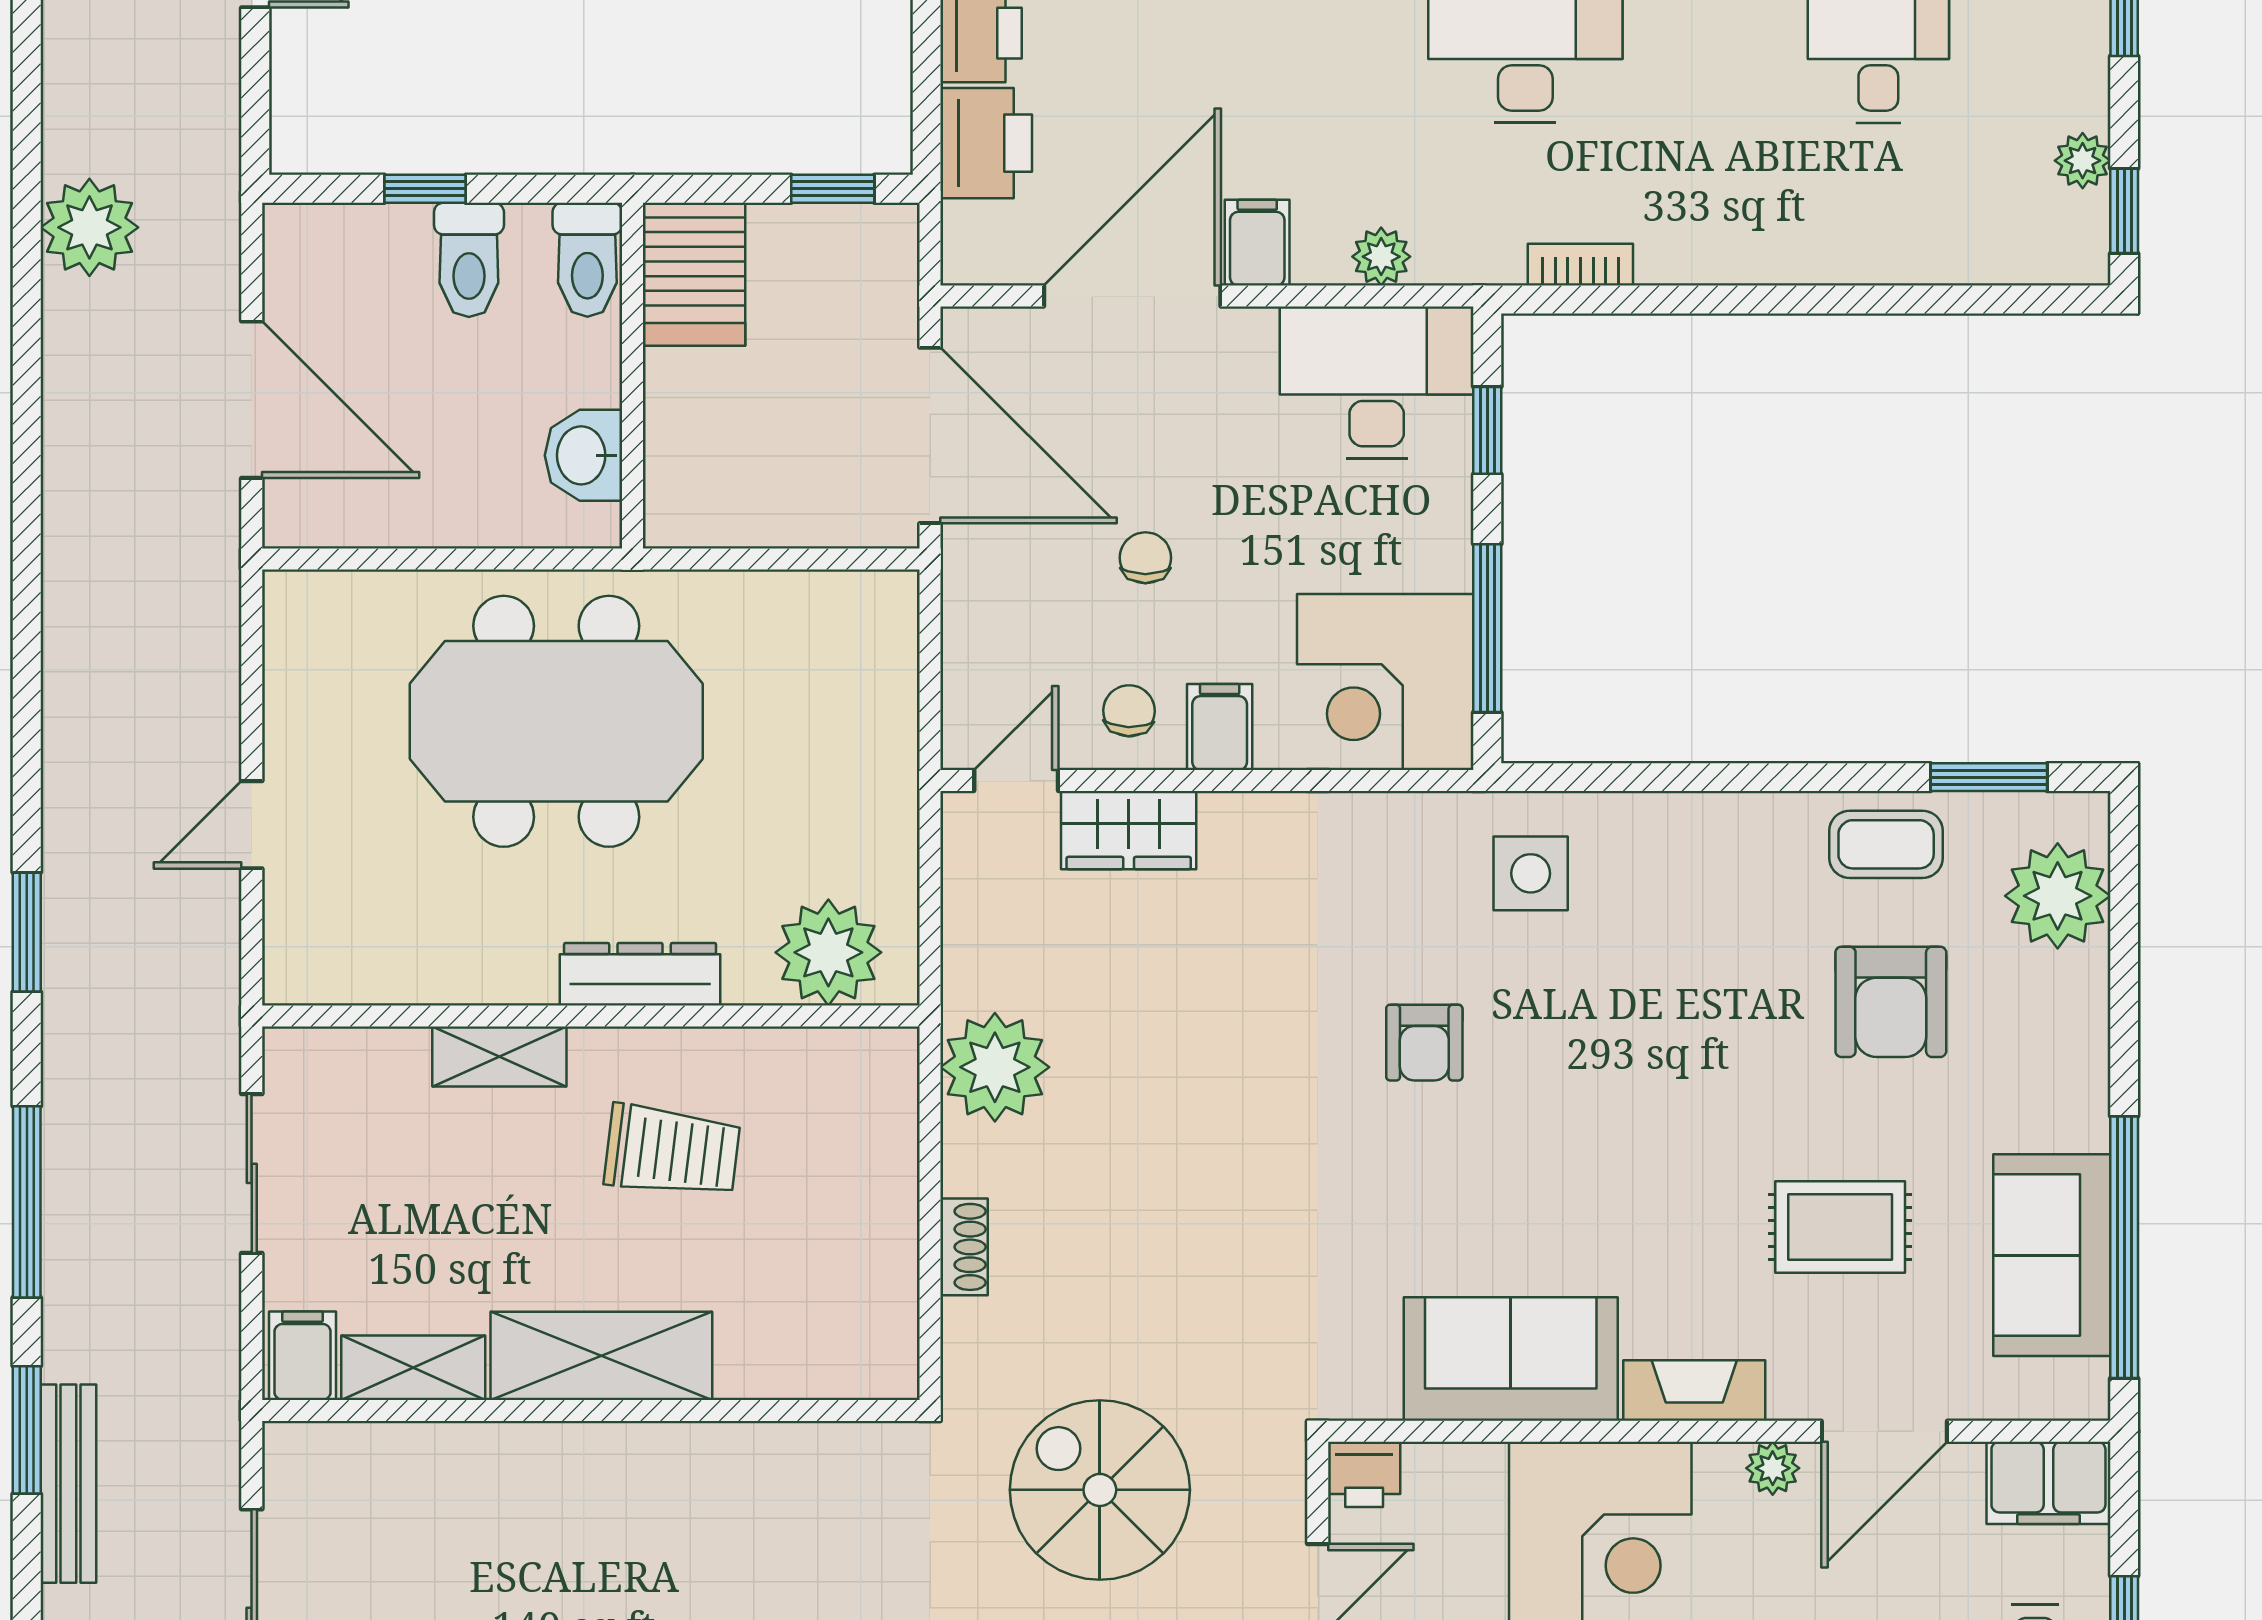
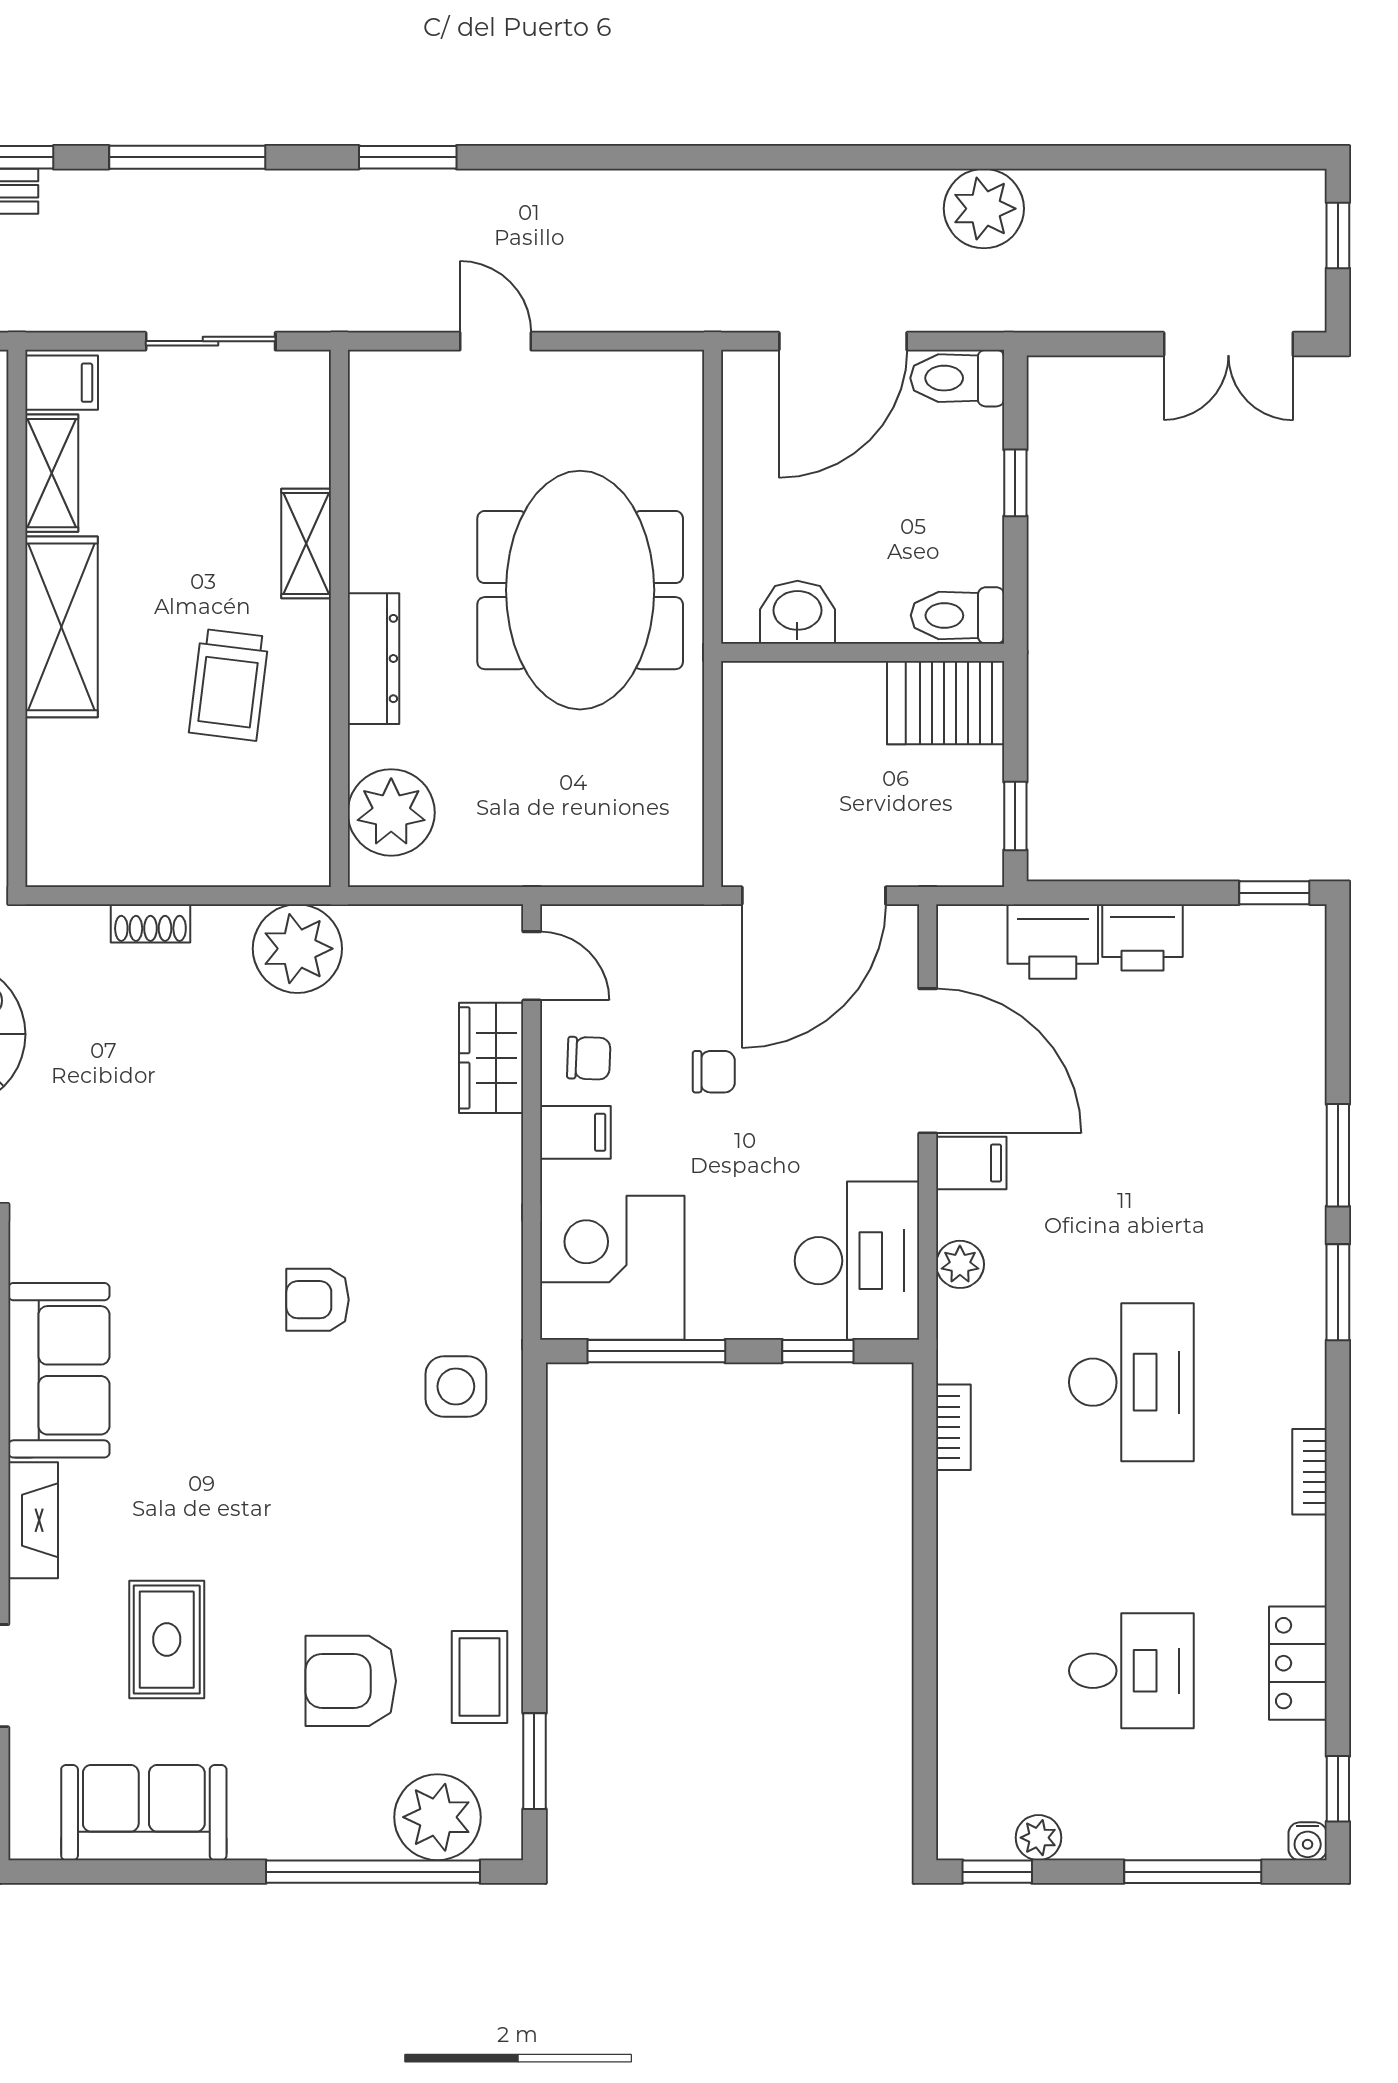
toilet: (469, 260) -> (957, 378), moved
window: (2124, 1247) -> (373, 1872), moved

